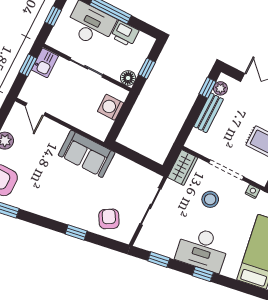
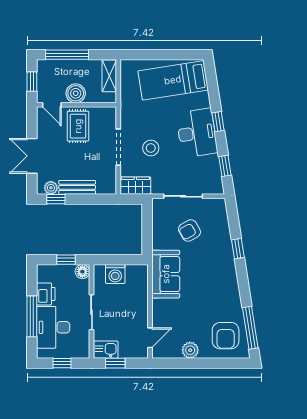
nightstand: (252, 191) -> (125, 115), removed
armchair: (109, 219) -> (189, 230), moved

